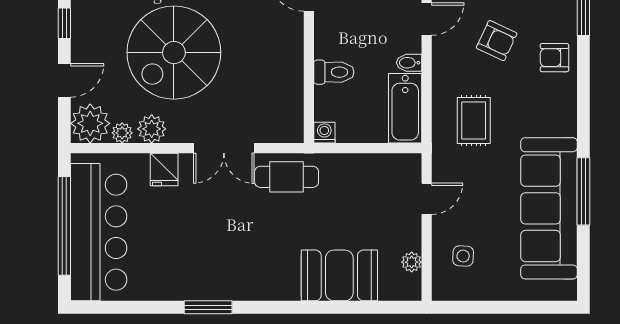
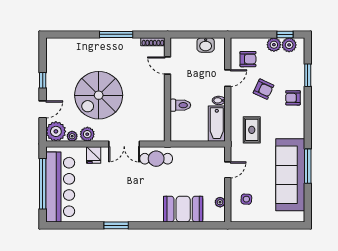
washing machine: (324, 133) -> (175, 136), removed

